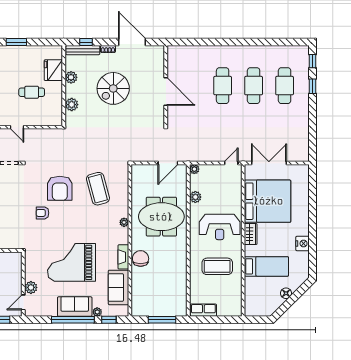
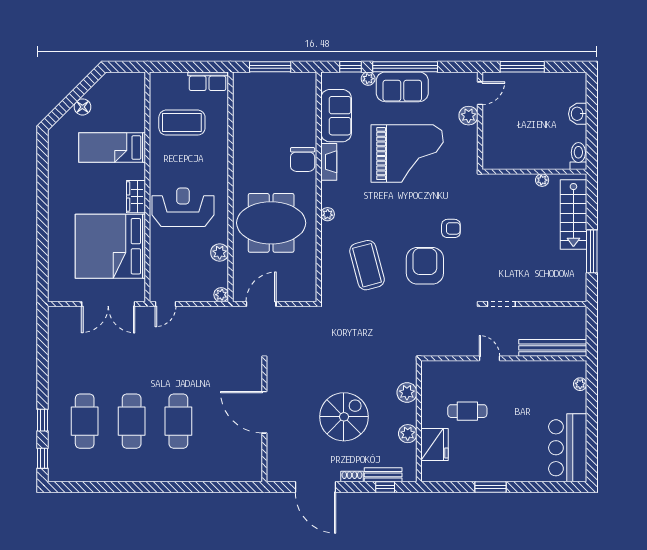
bench: (83, 50) -> (383, 475), width x0.73
nightstand: (302, 243) -> (58, 182), removed
coffee table: (217, 266) -> (182, 123), moved

